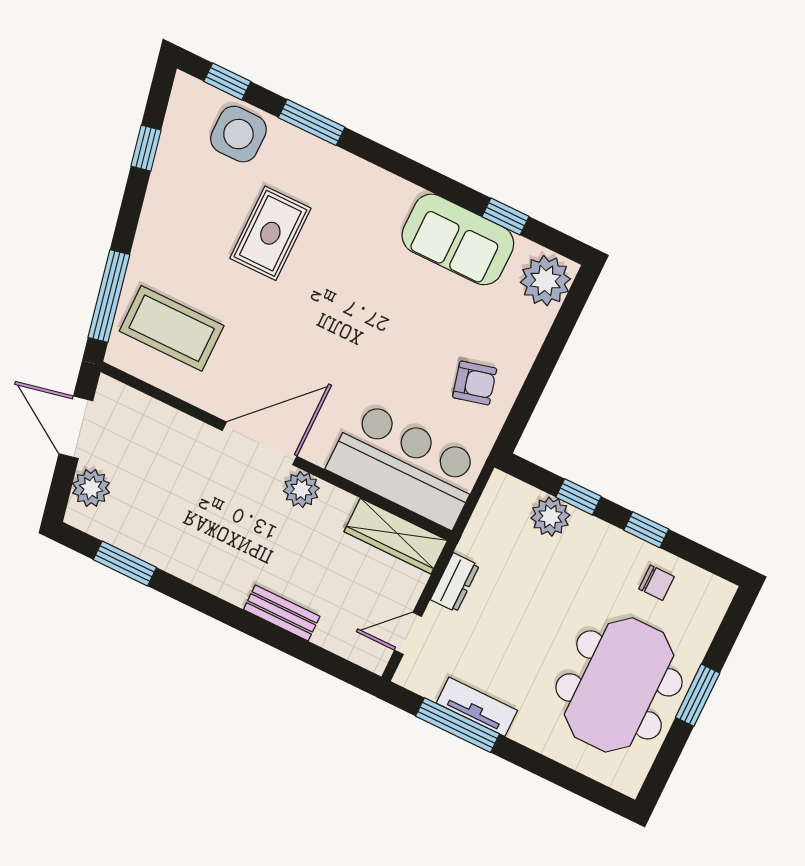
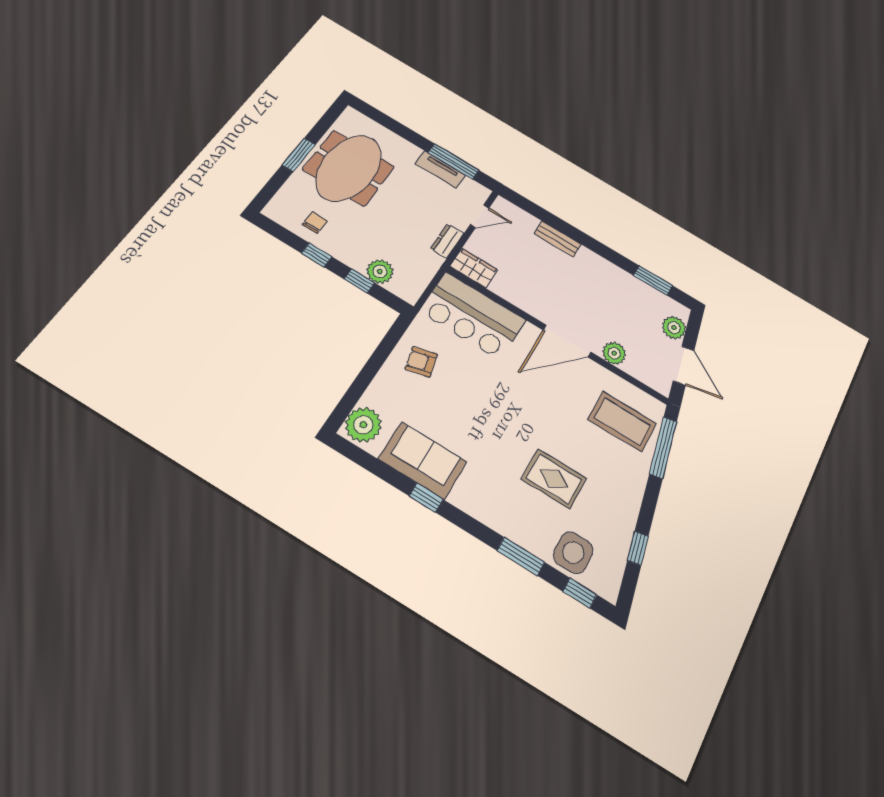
window: (506, 216) -> (426, 498), moved
rug: (270, 233) -> (554, 479), turned 90
plant: (301, 490) -> (614, 353), moved
wardrobe: (396, 536) -> (474, 268), width x0.67
chair: (656, 583) -> (315, 223), turned 90

